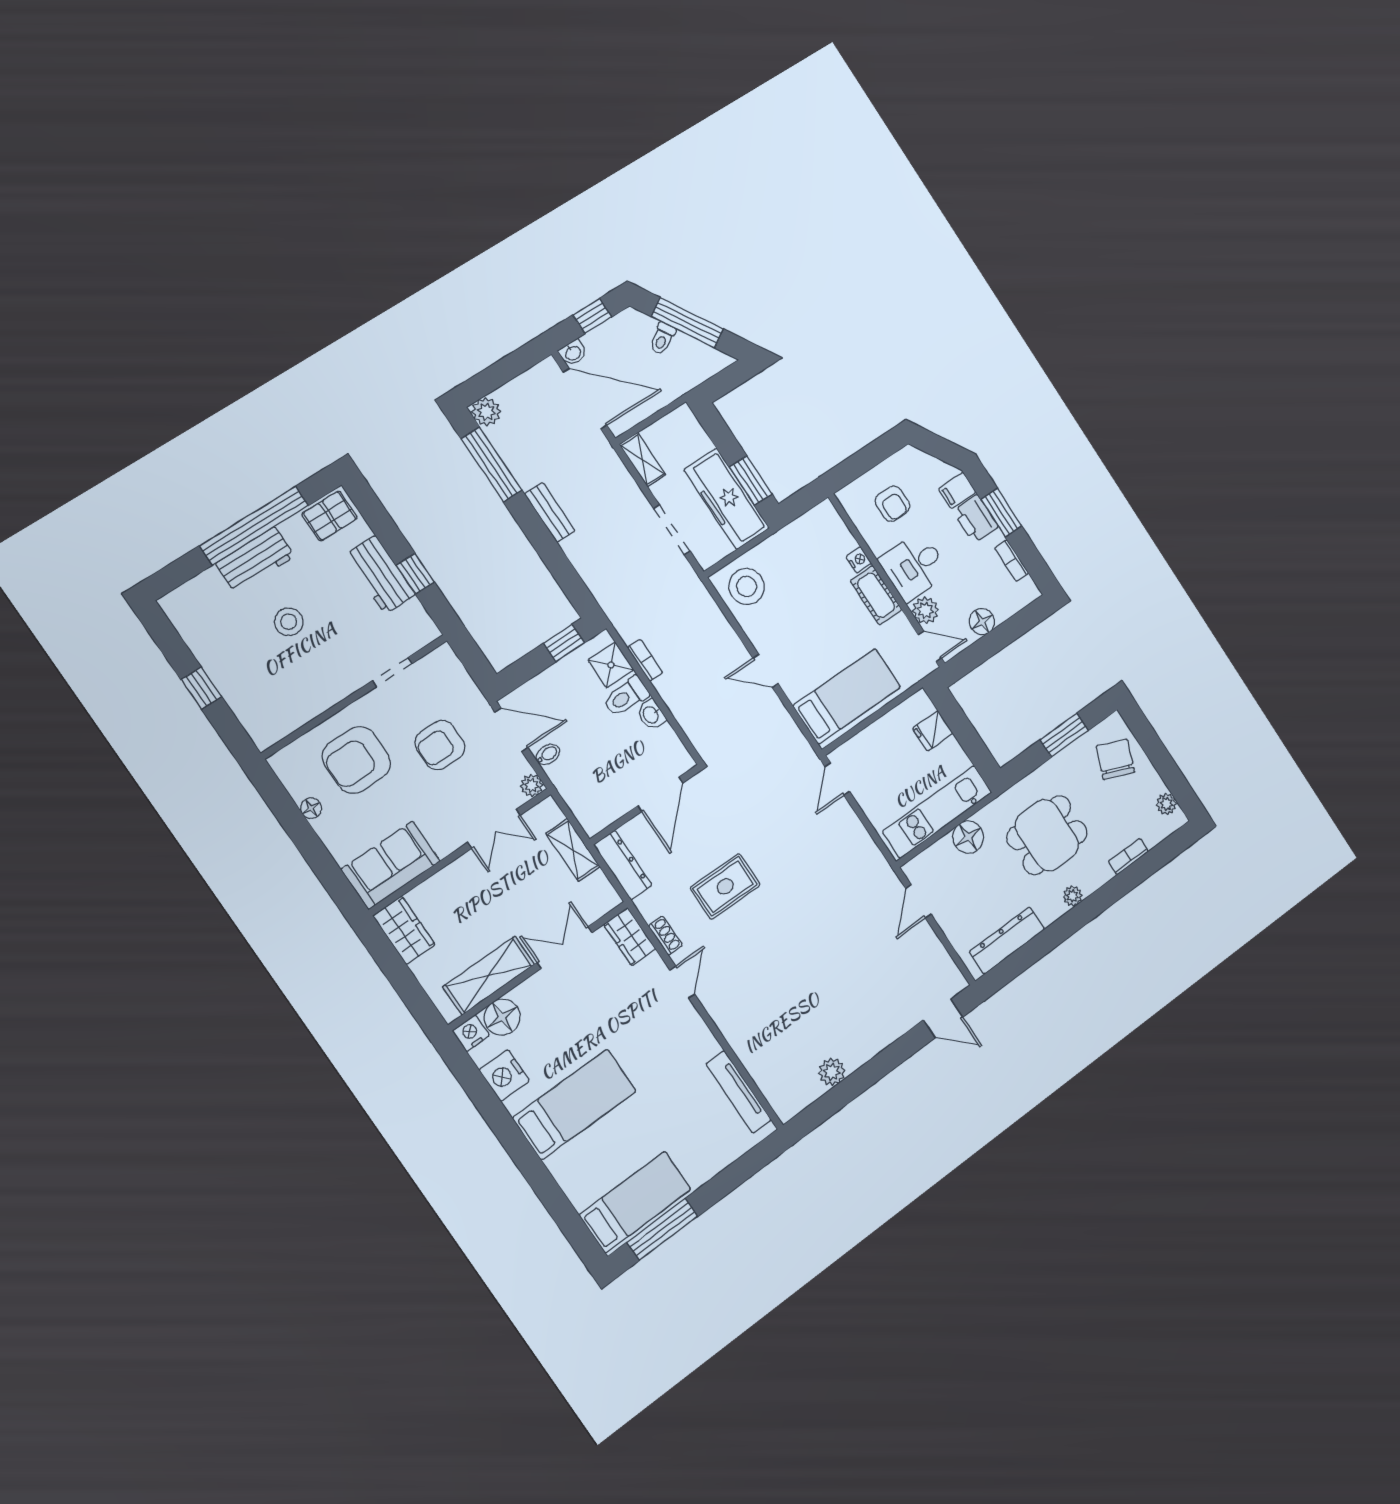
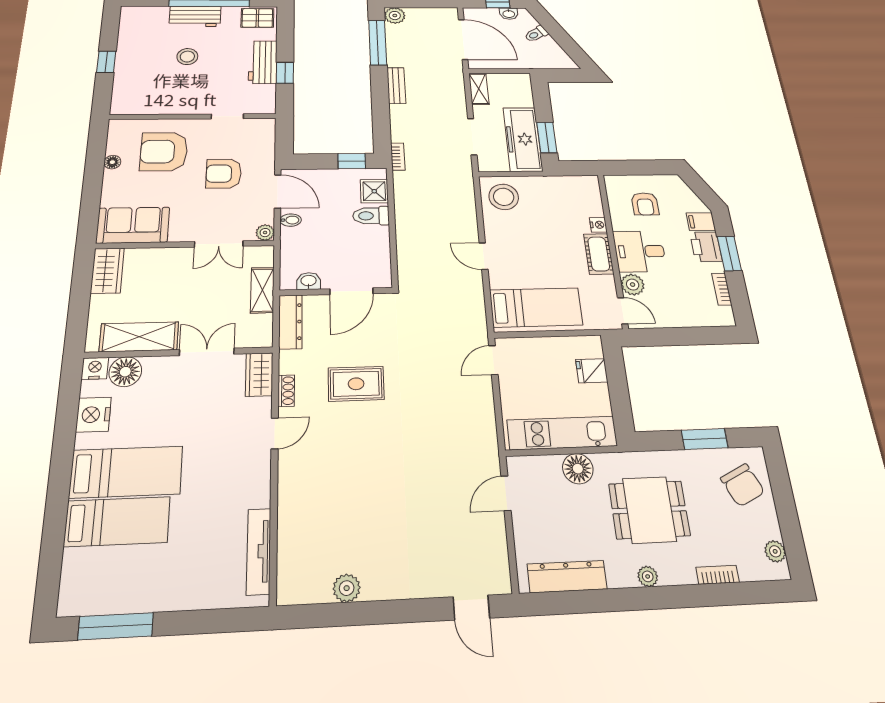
window: (687, 323) -> (558, 34), removed
washbasin: (573, 353) -> (509, 14), moved
floor lamp: (982, 622) -> (675, 317), removed
bookcase: (645, 660) -> (398, 157), moved
washbasin: (651, 715) -> (309, 281), moved, turned 90
chair: (1115, 759) -> (743, 485), turned 133
bed: (635, 1202) -> (117, 522), moved

